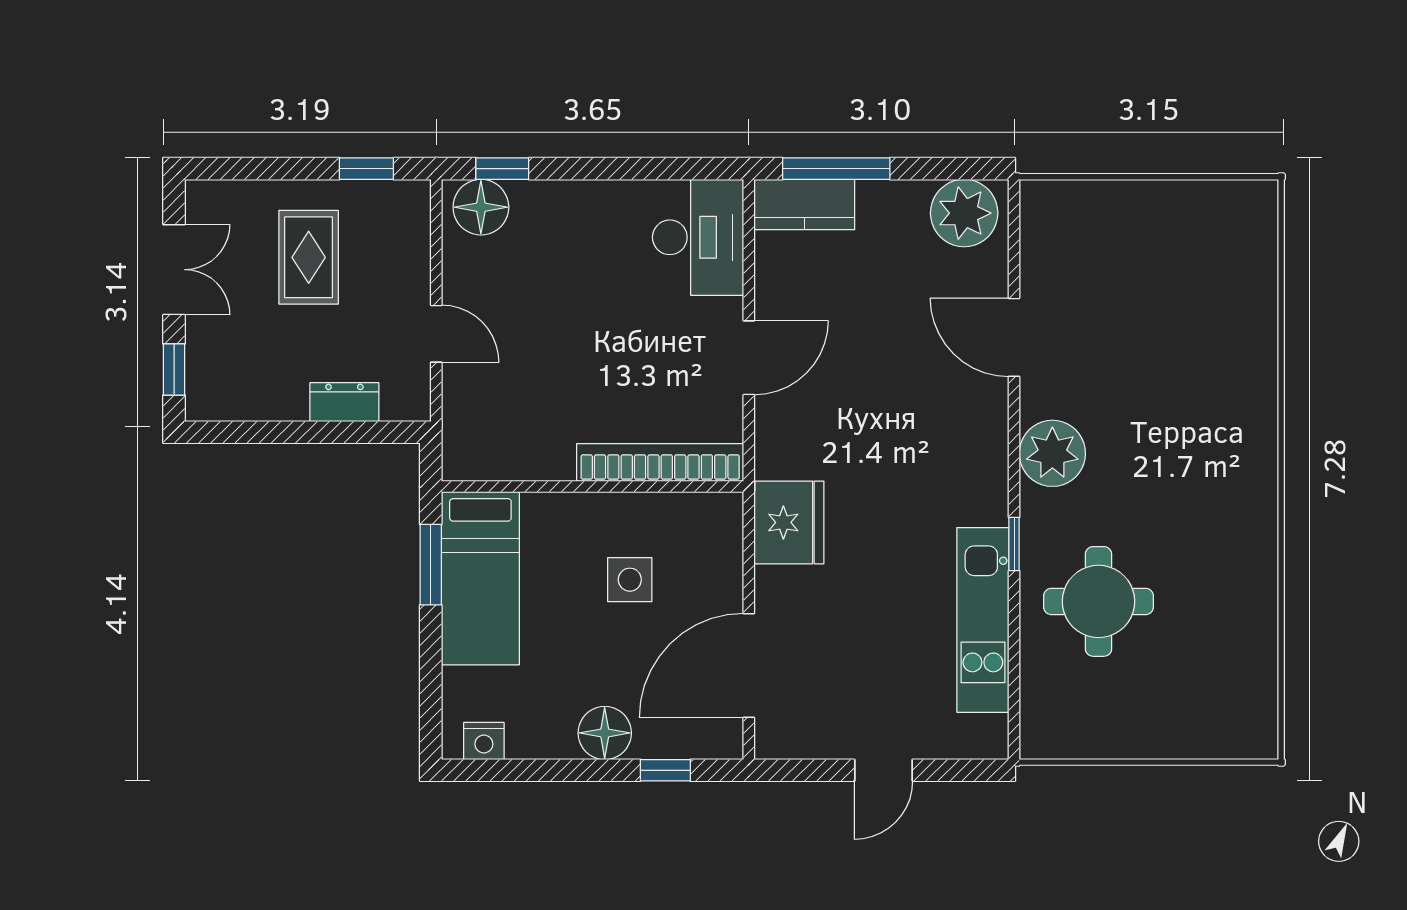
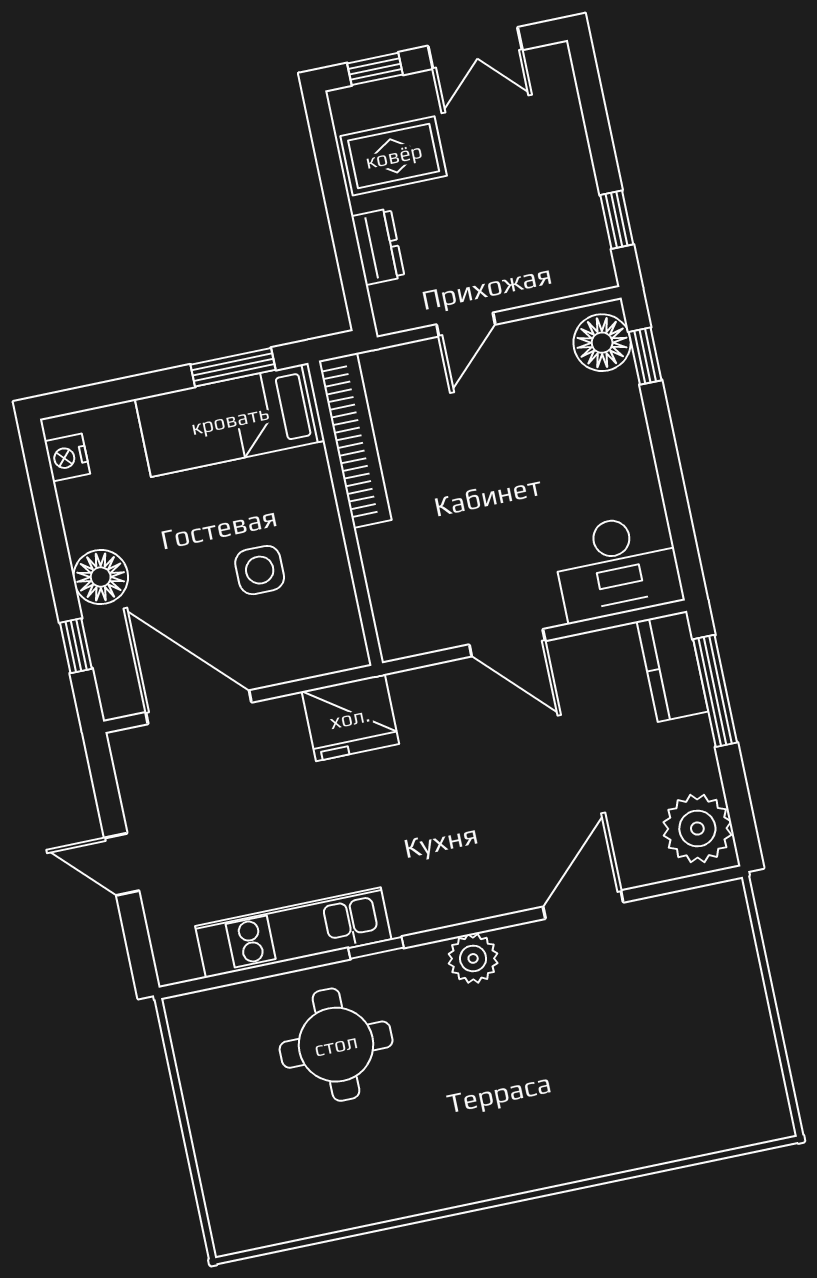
rug: (309, 257) -> (394, 156), moved
plant: (1052, 453) -> (473, 958), width x0.73, depth x0.73
bookcase: (660, 462) -> (355, 440), moved

